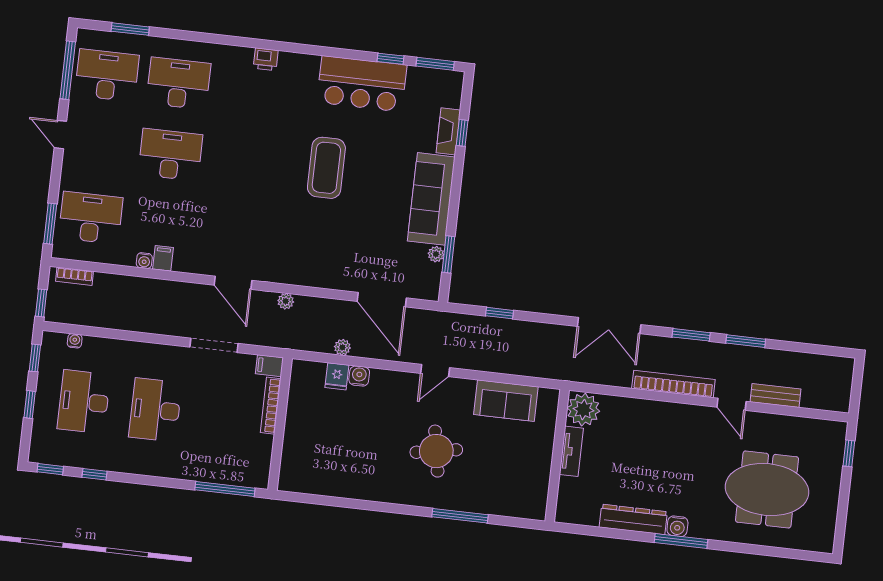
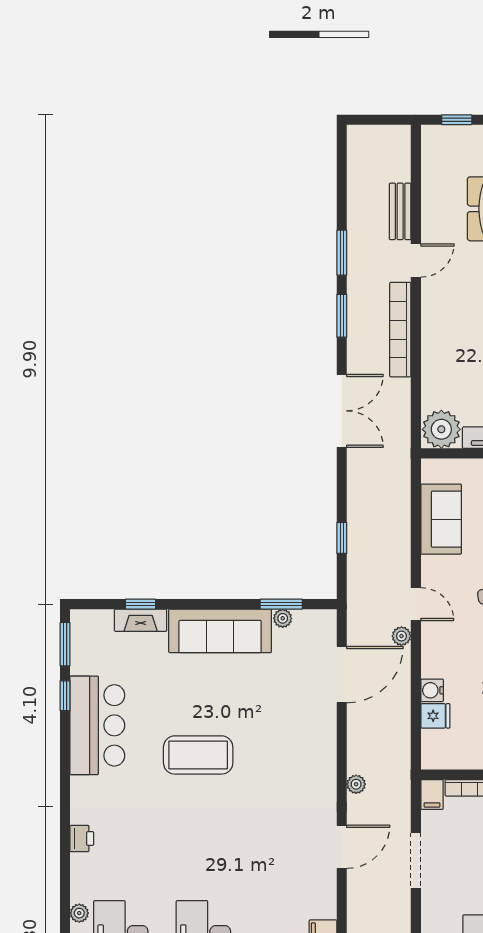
plant: (202, 50) -> (79, 913), added
plant: (342, 347) -> (401, 636), moved

